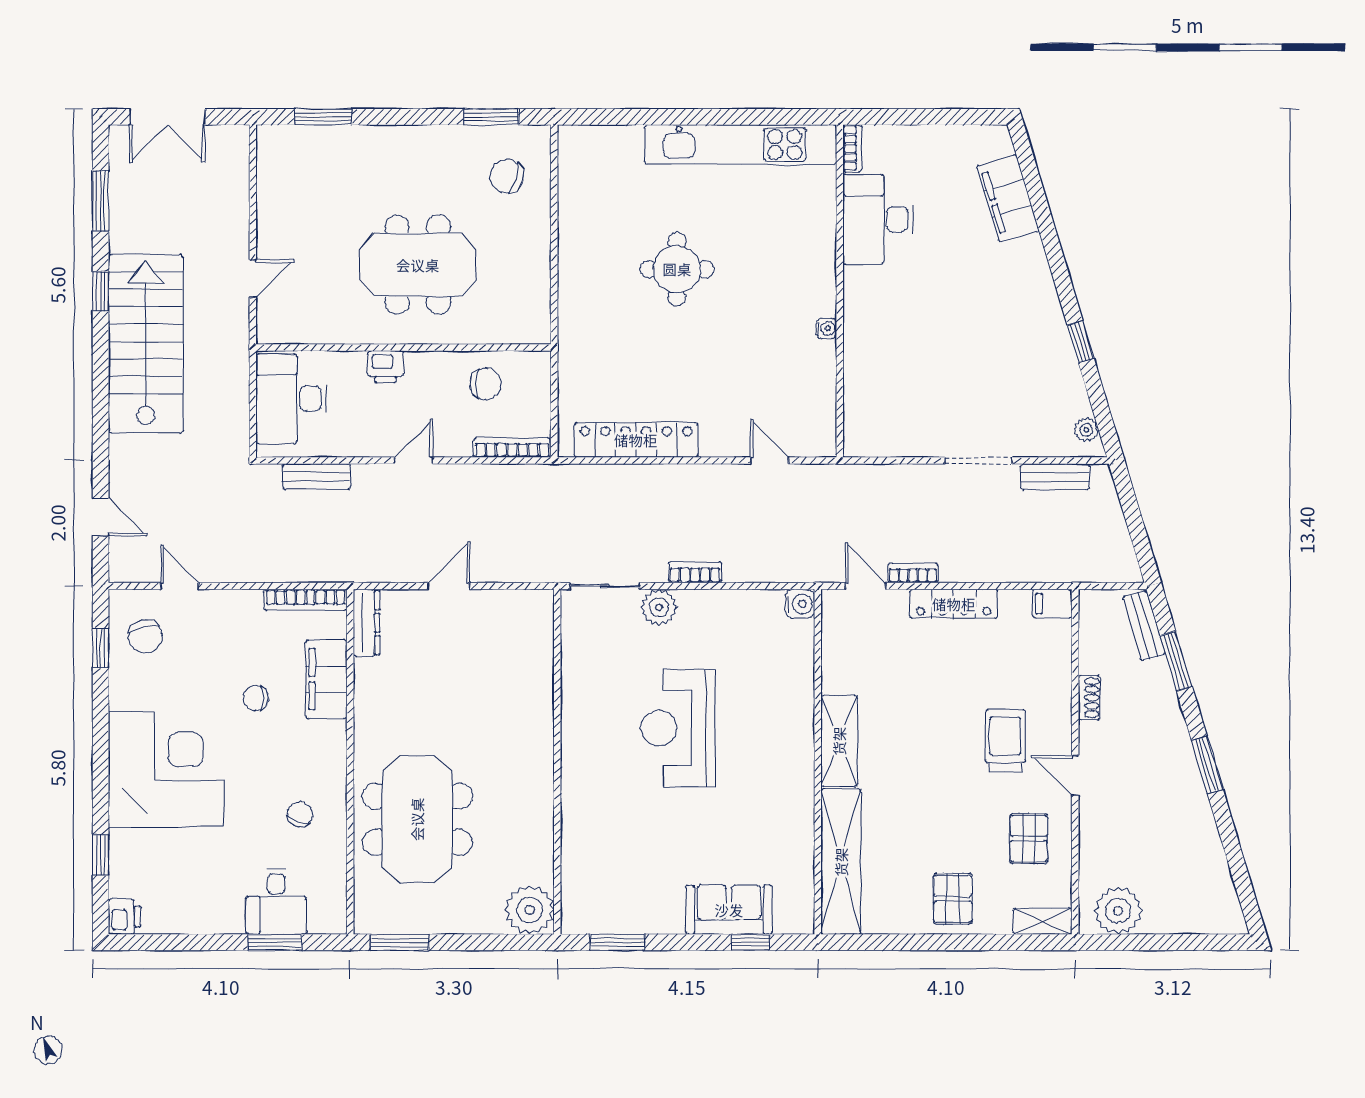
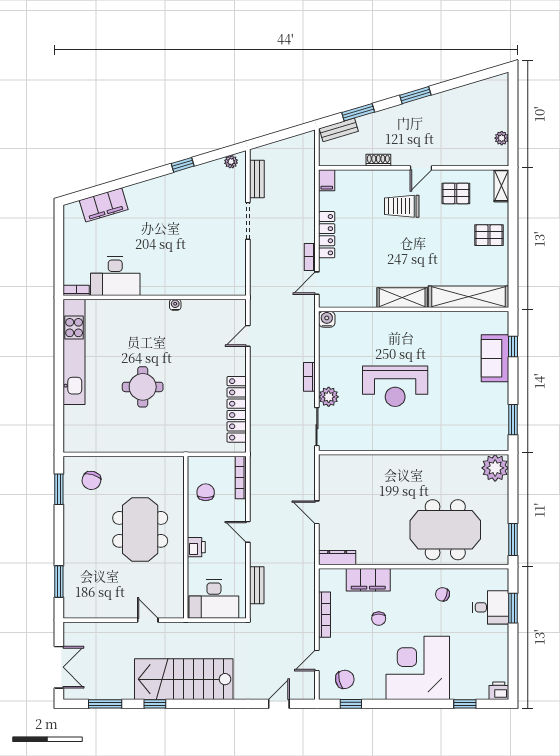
bookcase: (306, 600) -> (325, 615), moved
plant: (1118, 911) -> (502, 138), width x0.53, depth x0.53

